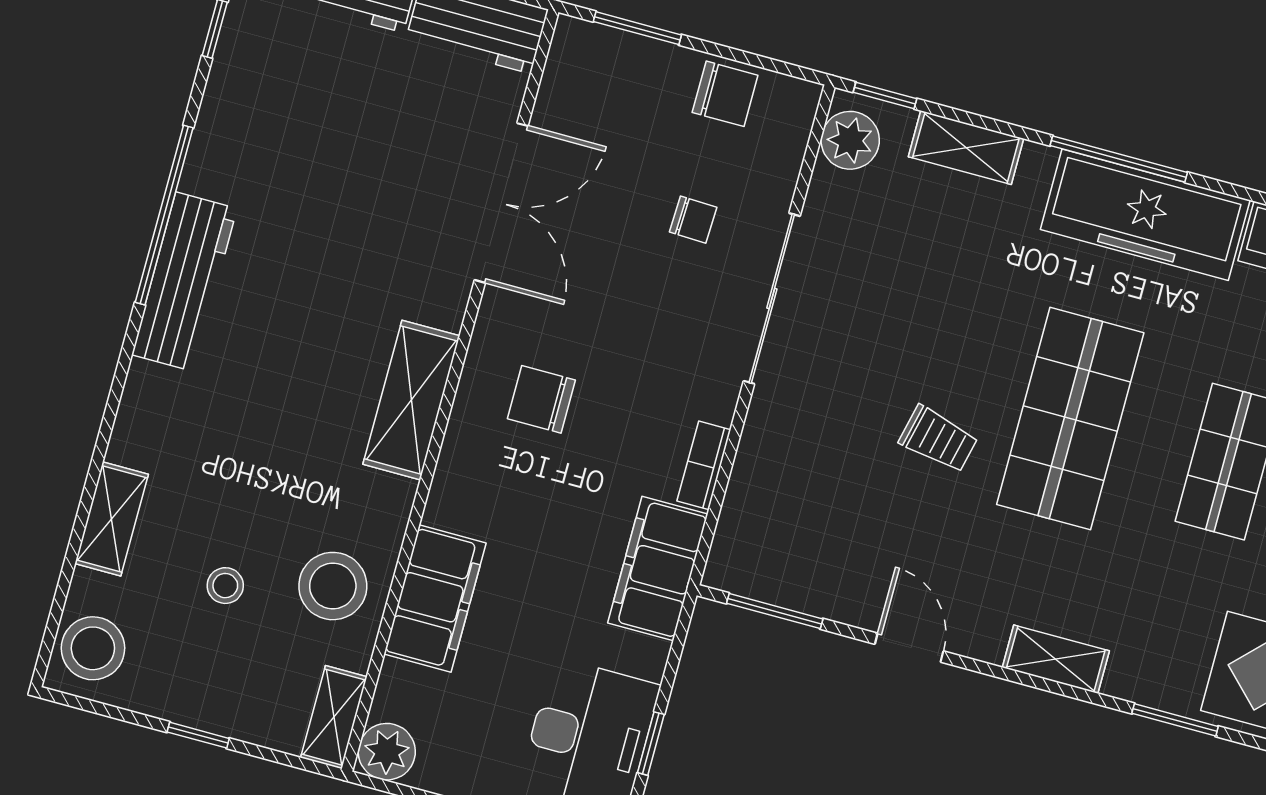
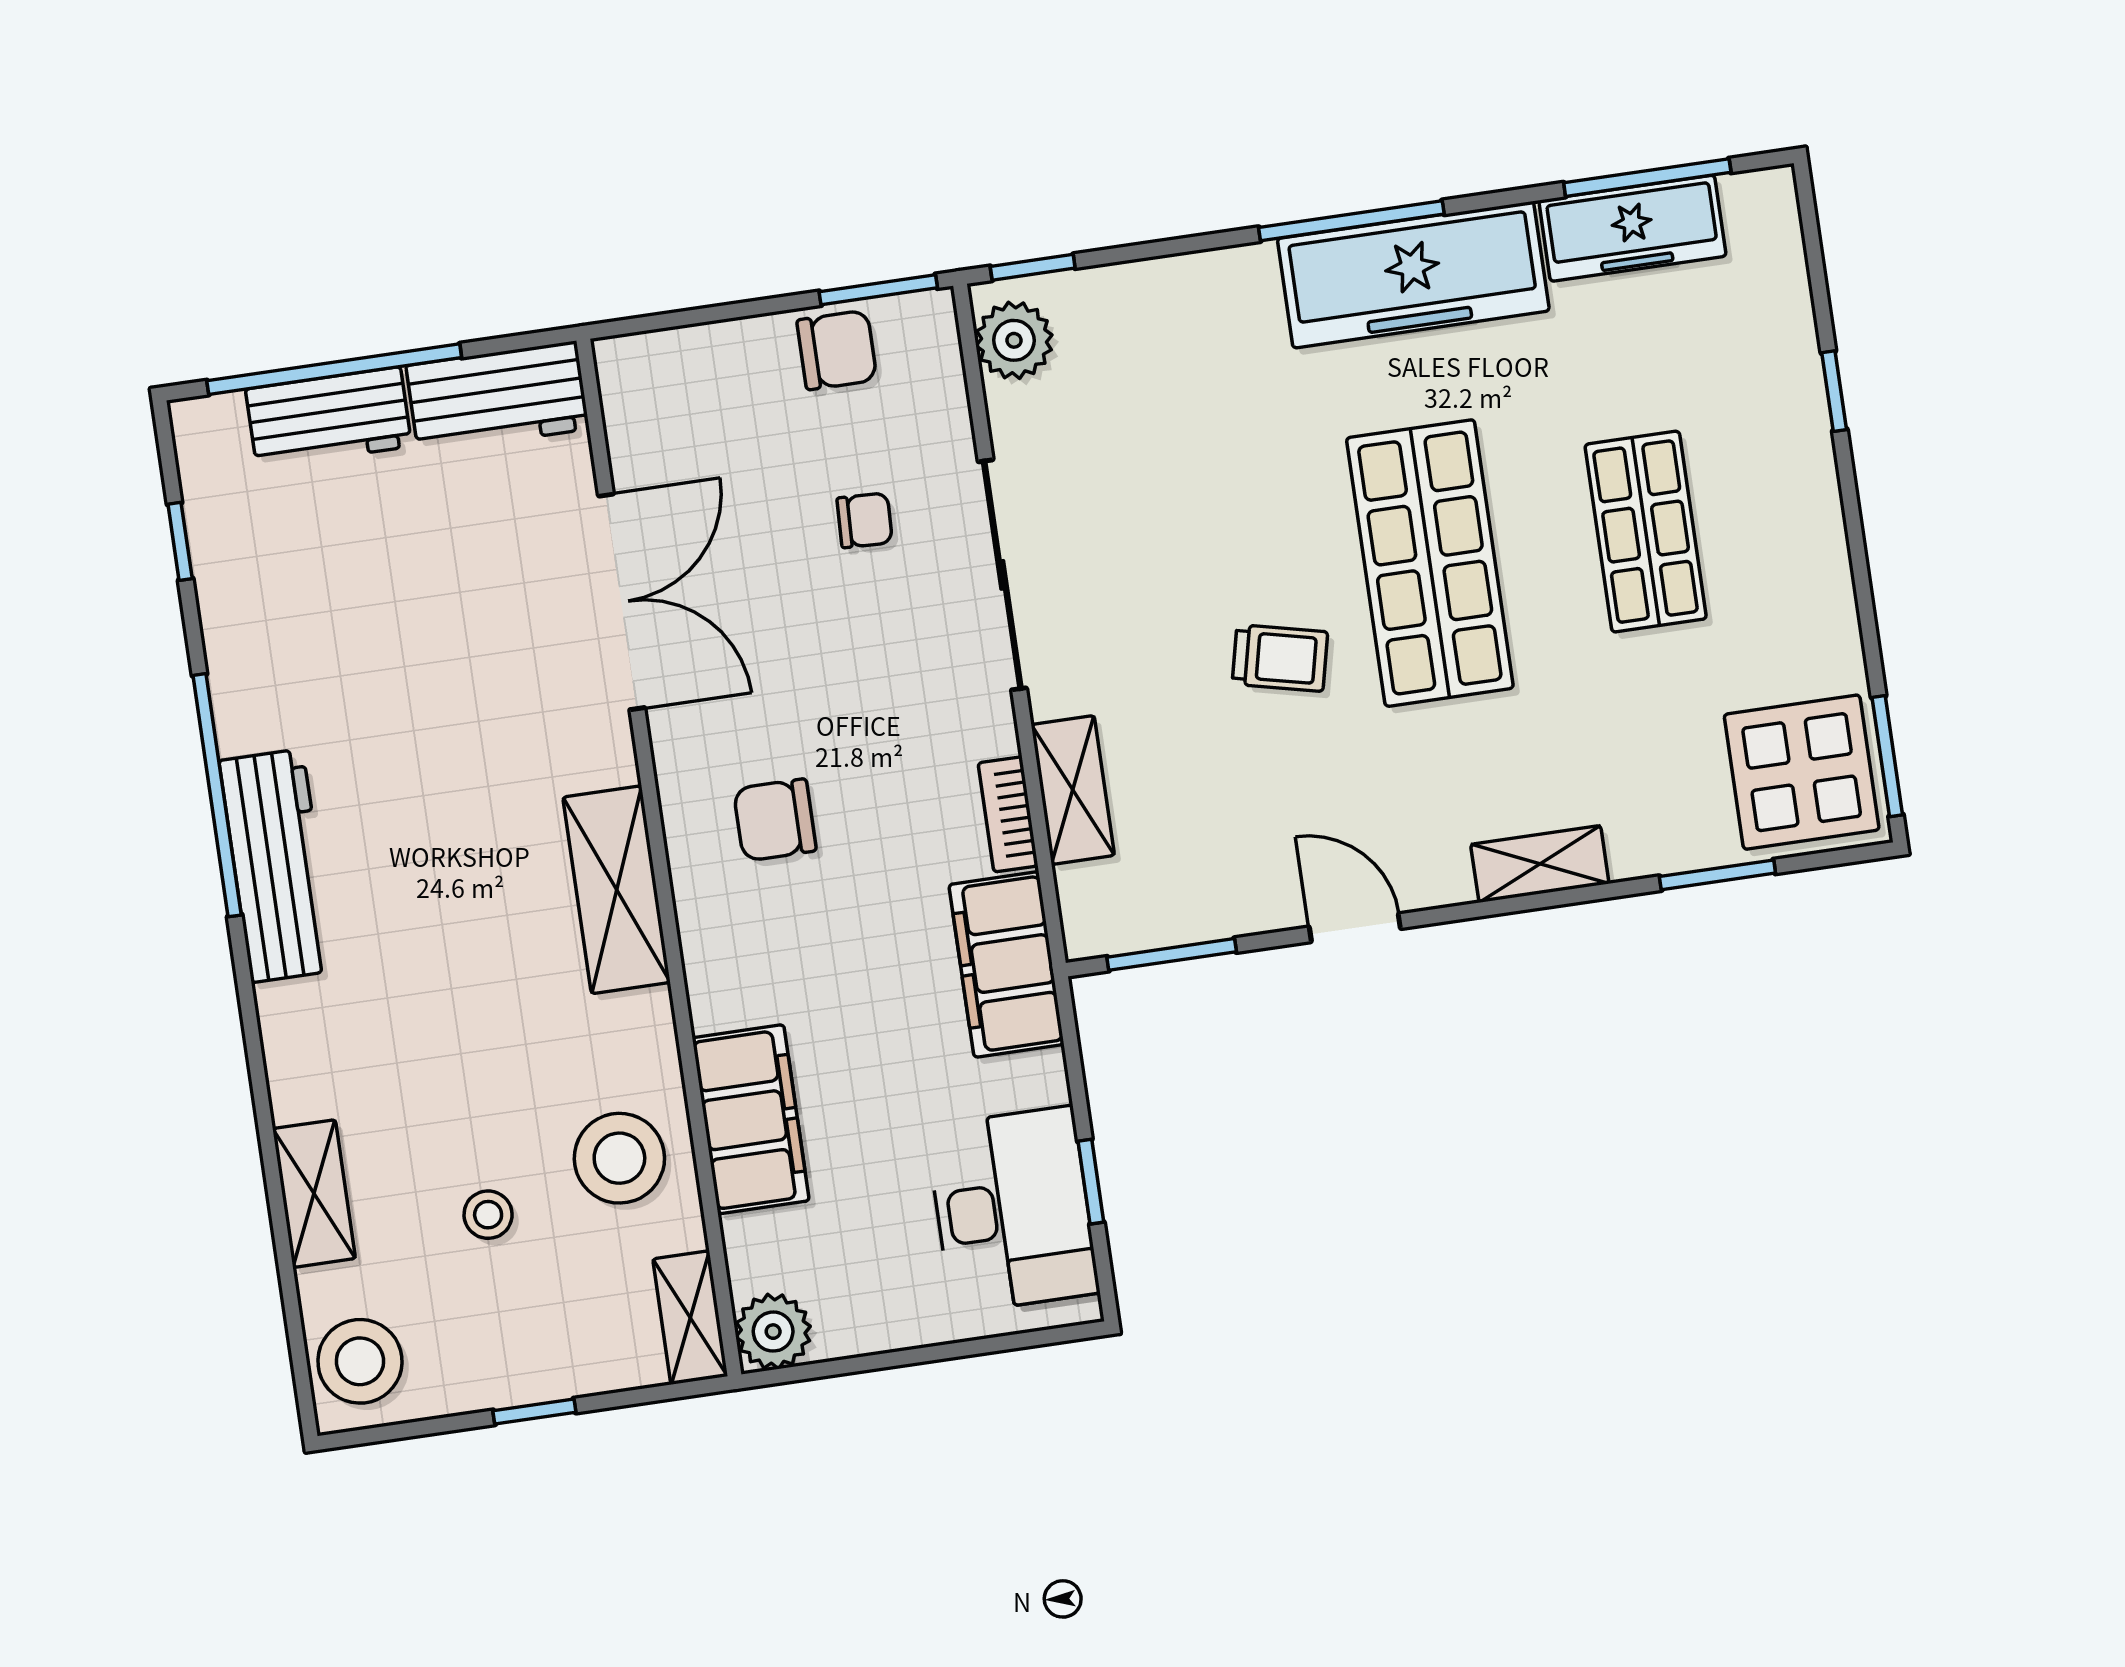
window: (637, 28) -> (878, 290), moved
shelving: (966, 148) -> (1073, 790), moved, turned 90

